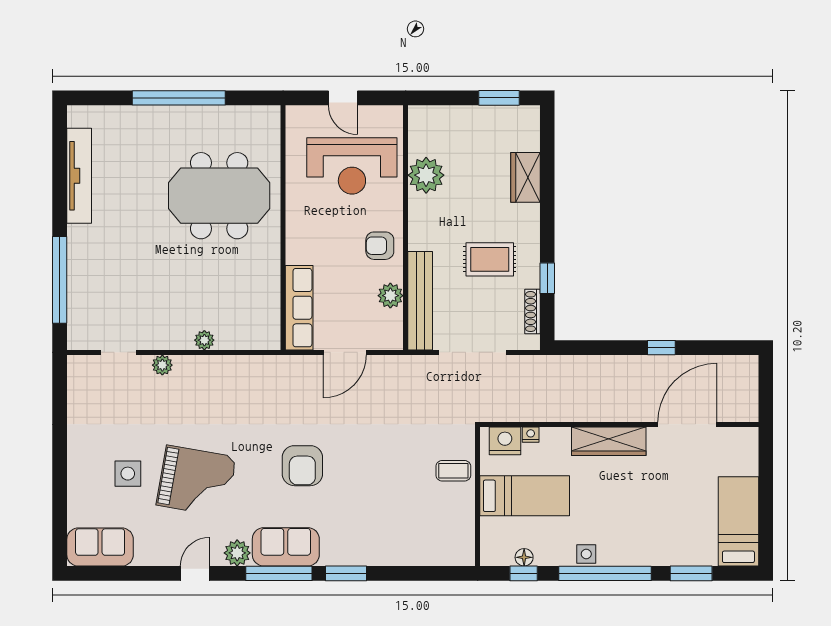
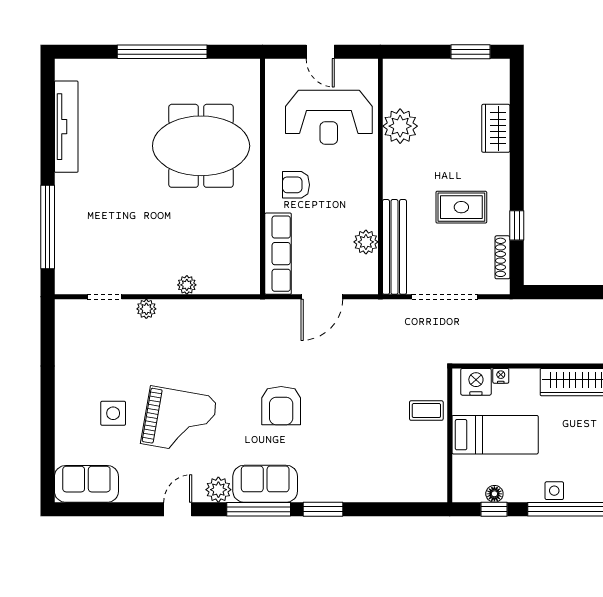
armchair: (380, 246) -> (296, 185), moved

